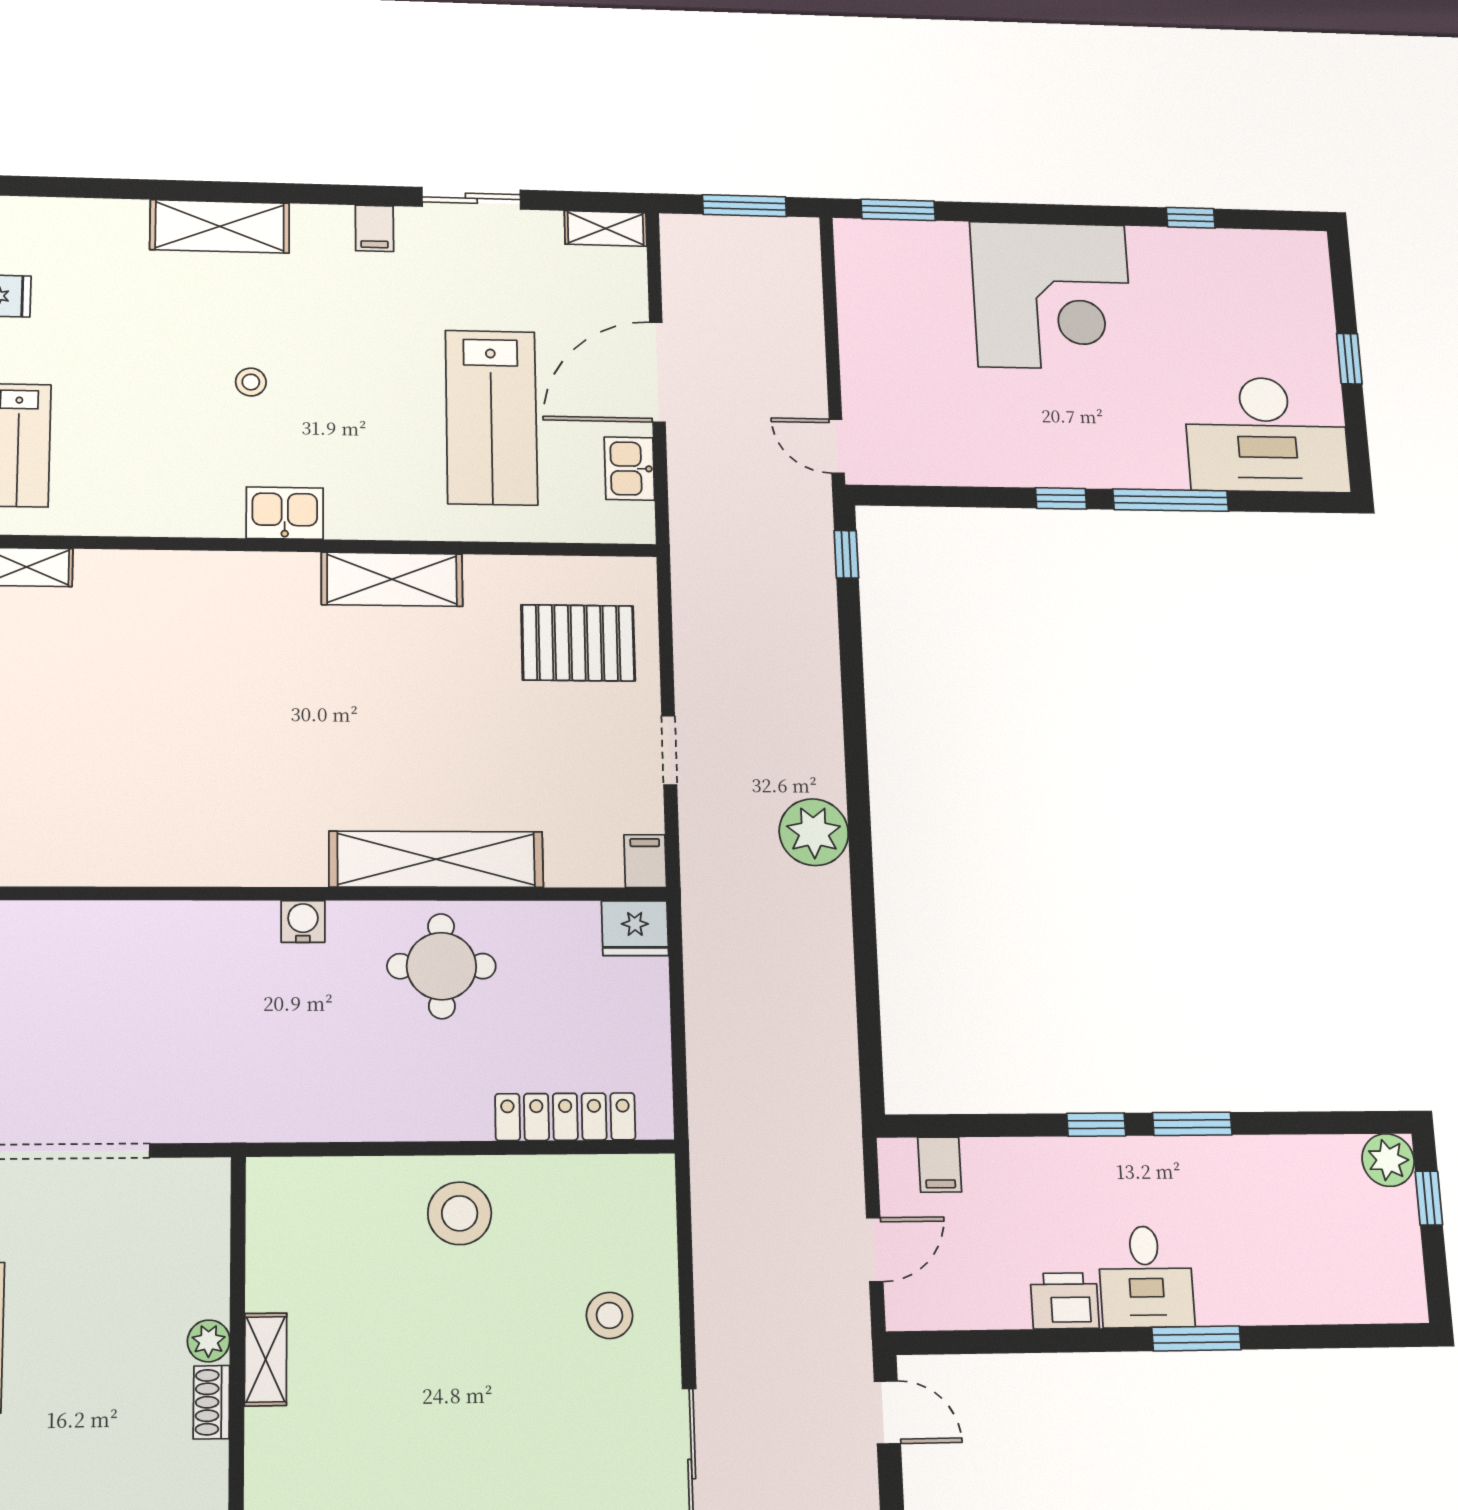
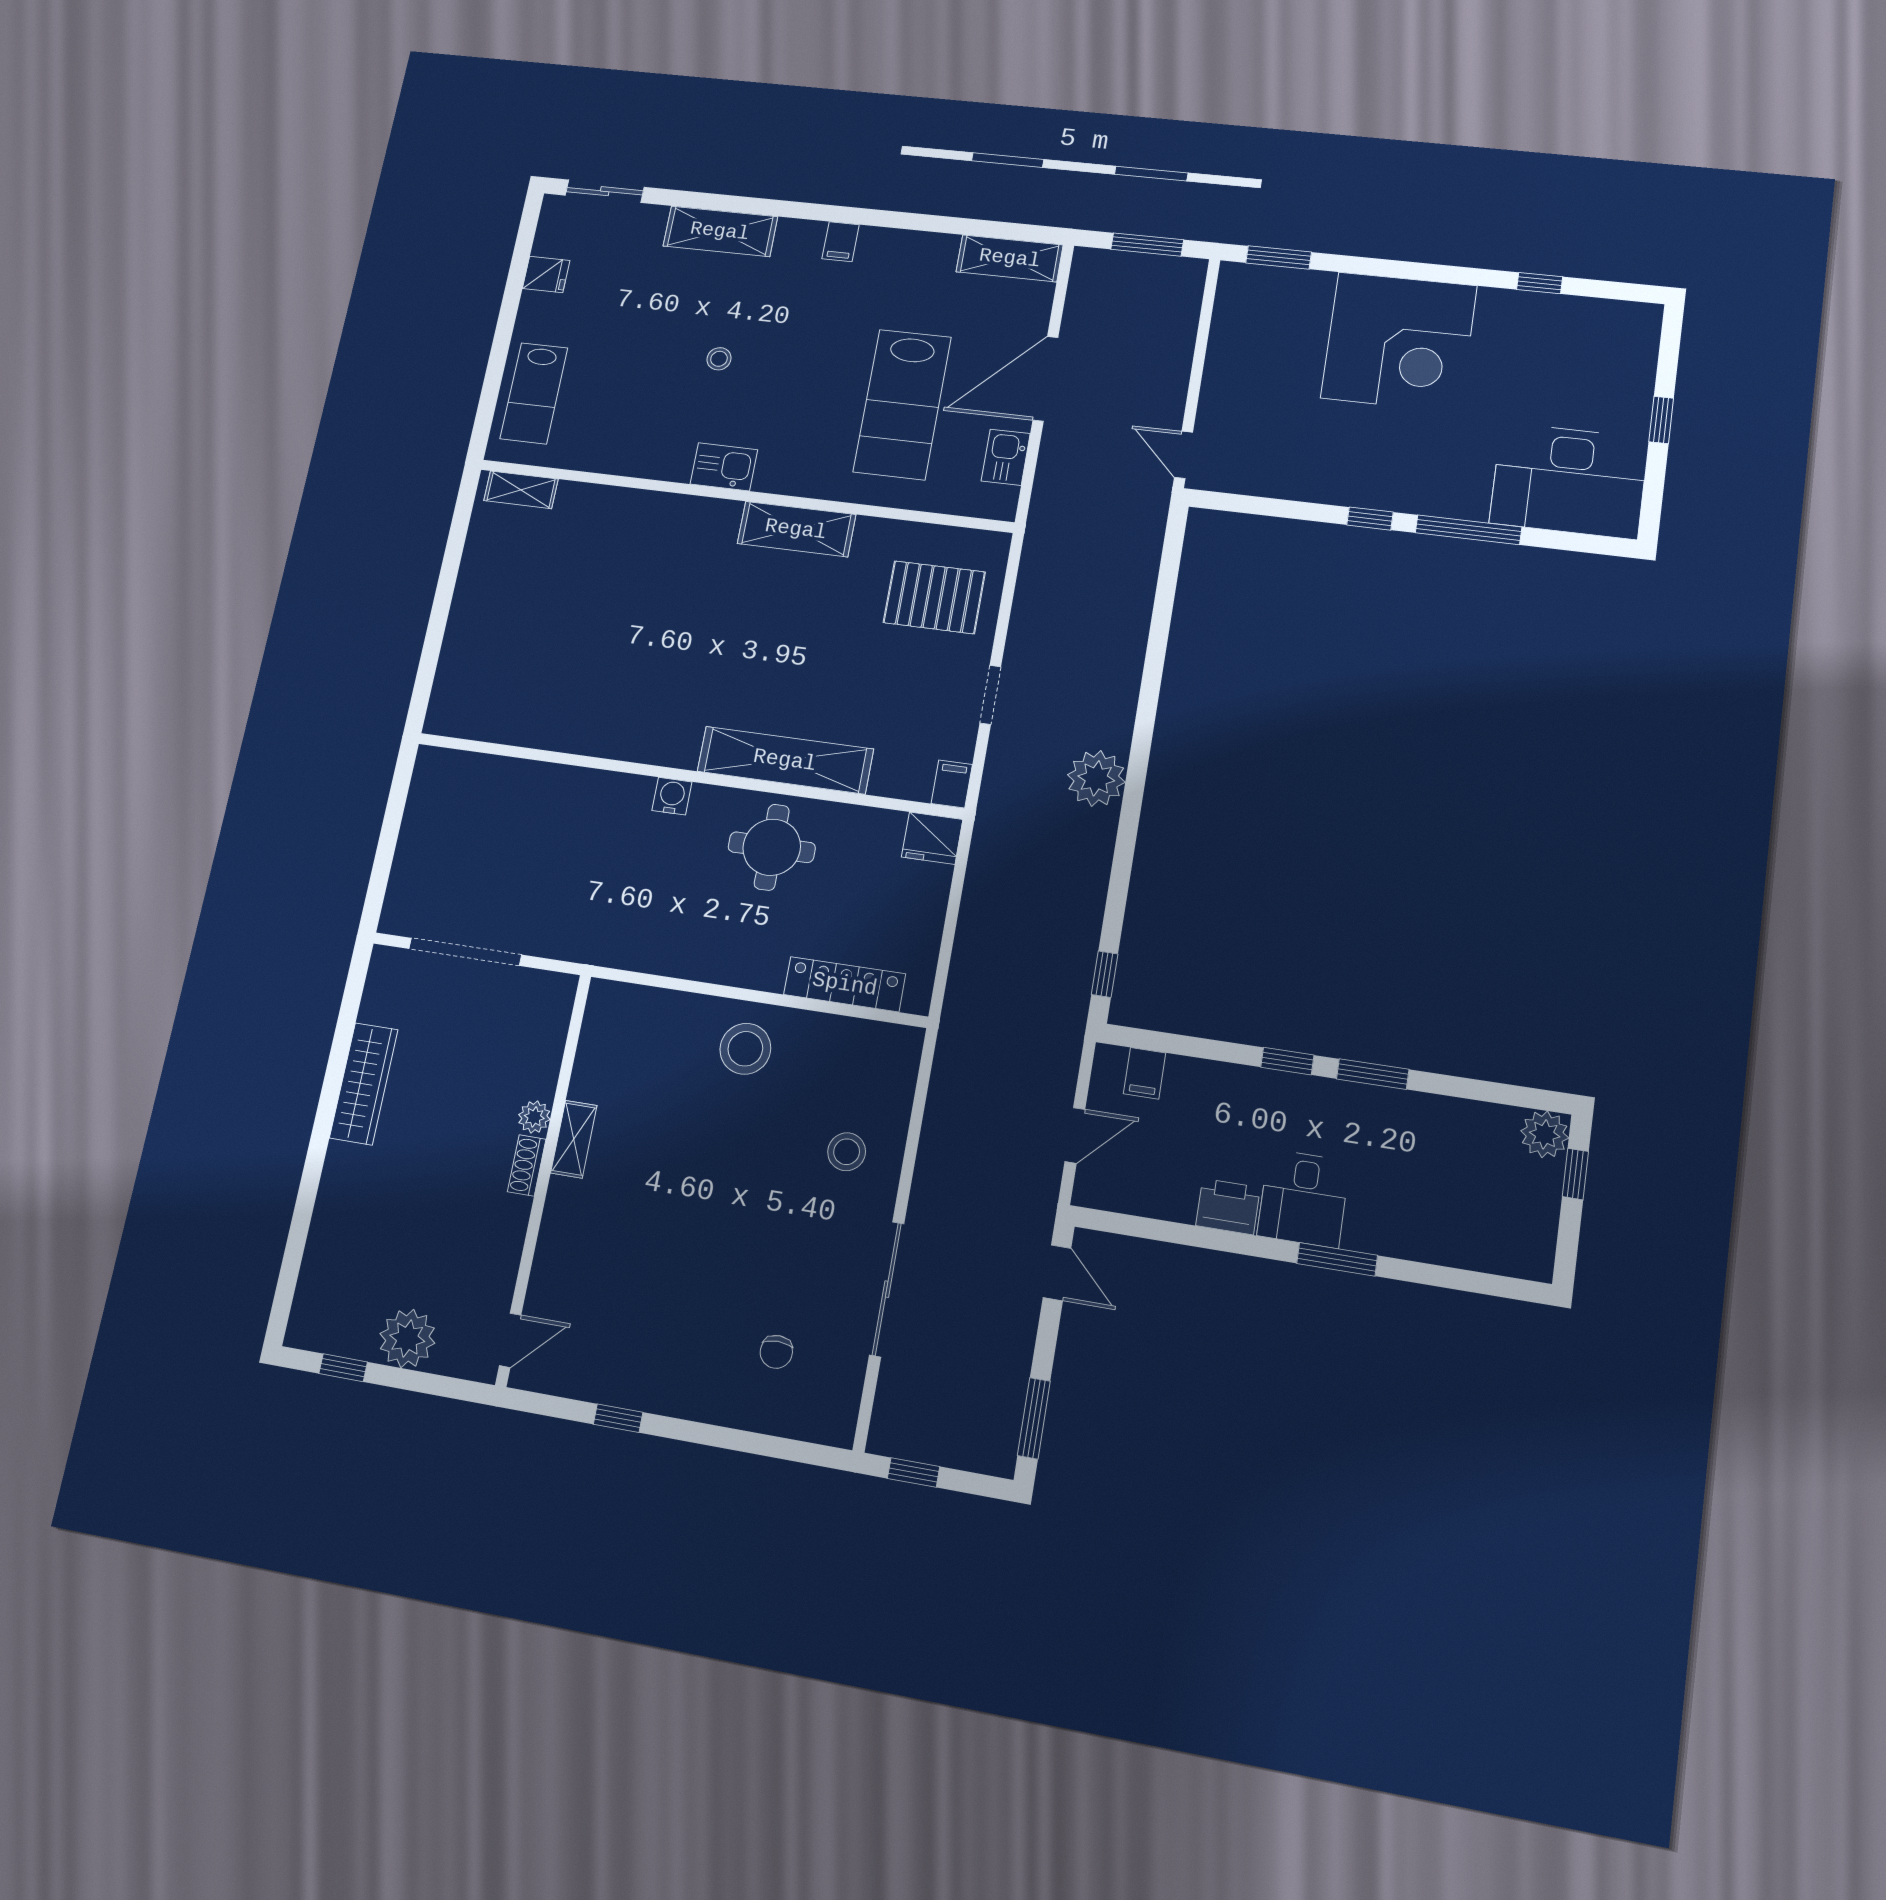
sliding door: (471, 198) -> (605, 191), moved
shelving: (606, 228) -> (1010, 258), width x1.50, depth x1.33
window: (846, 554) -> (1105, 974), moved

